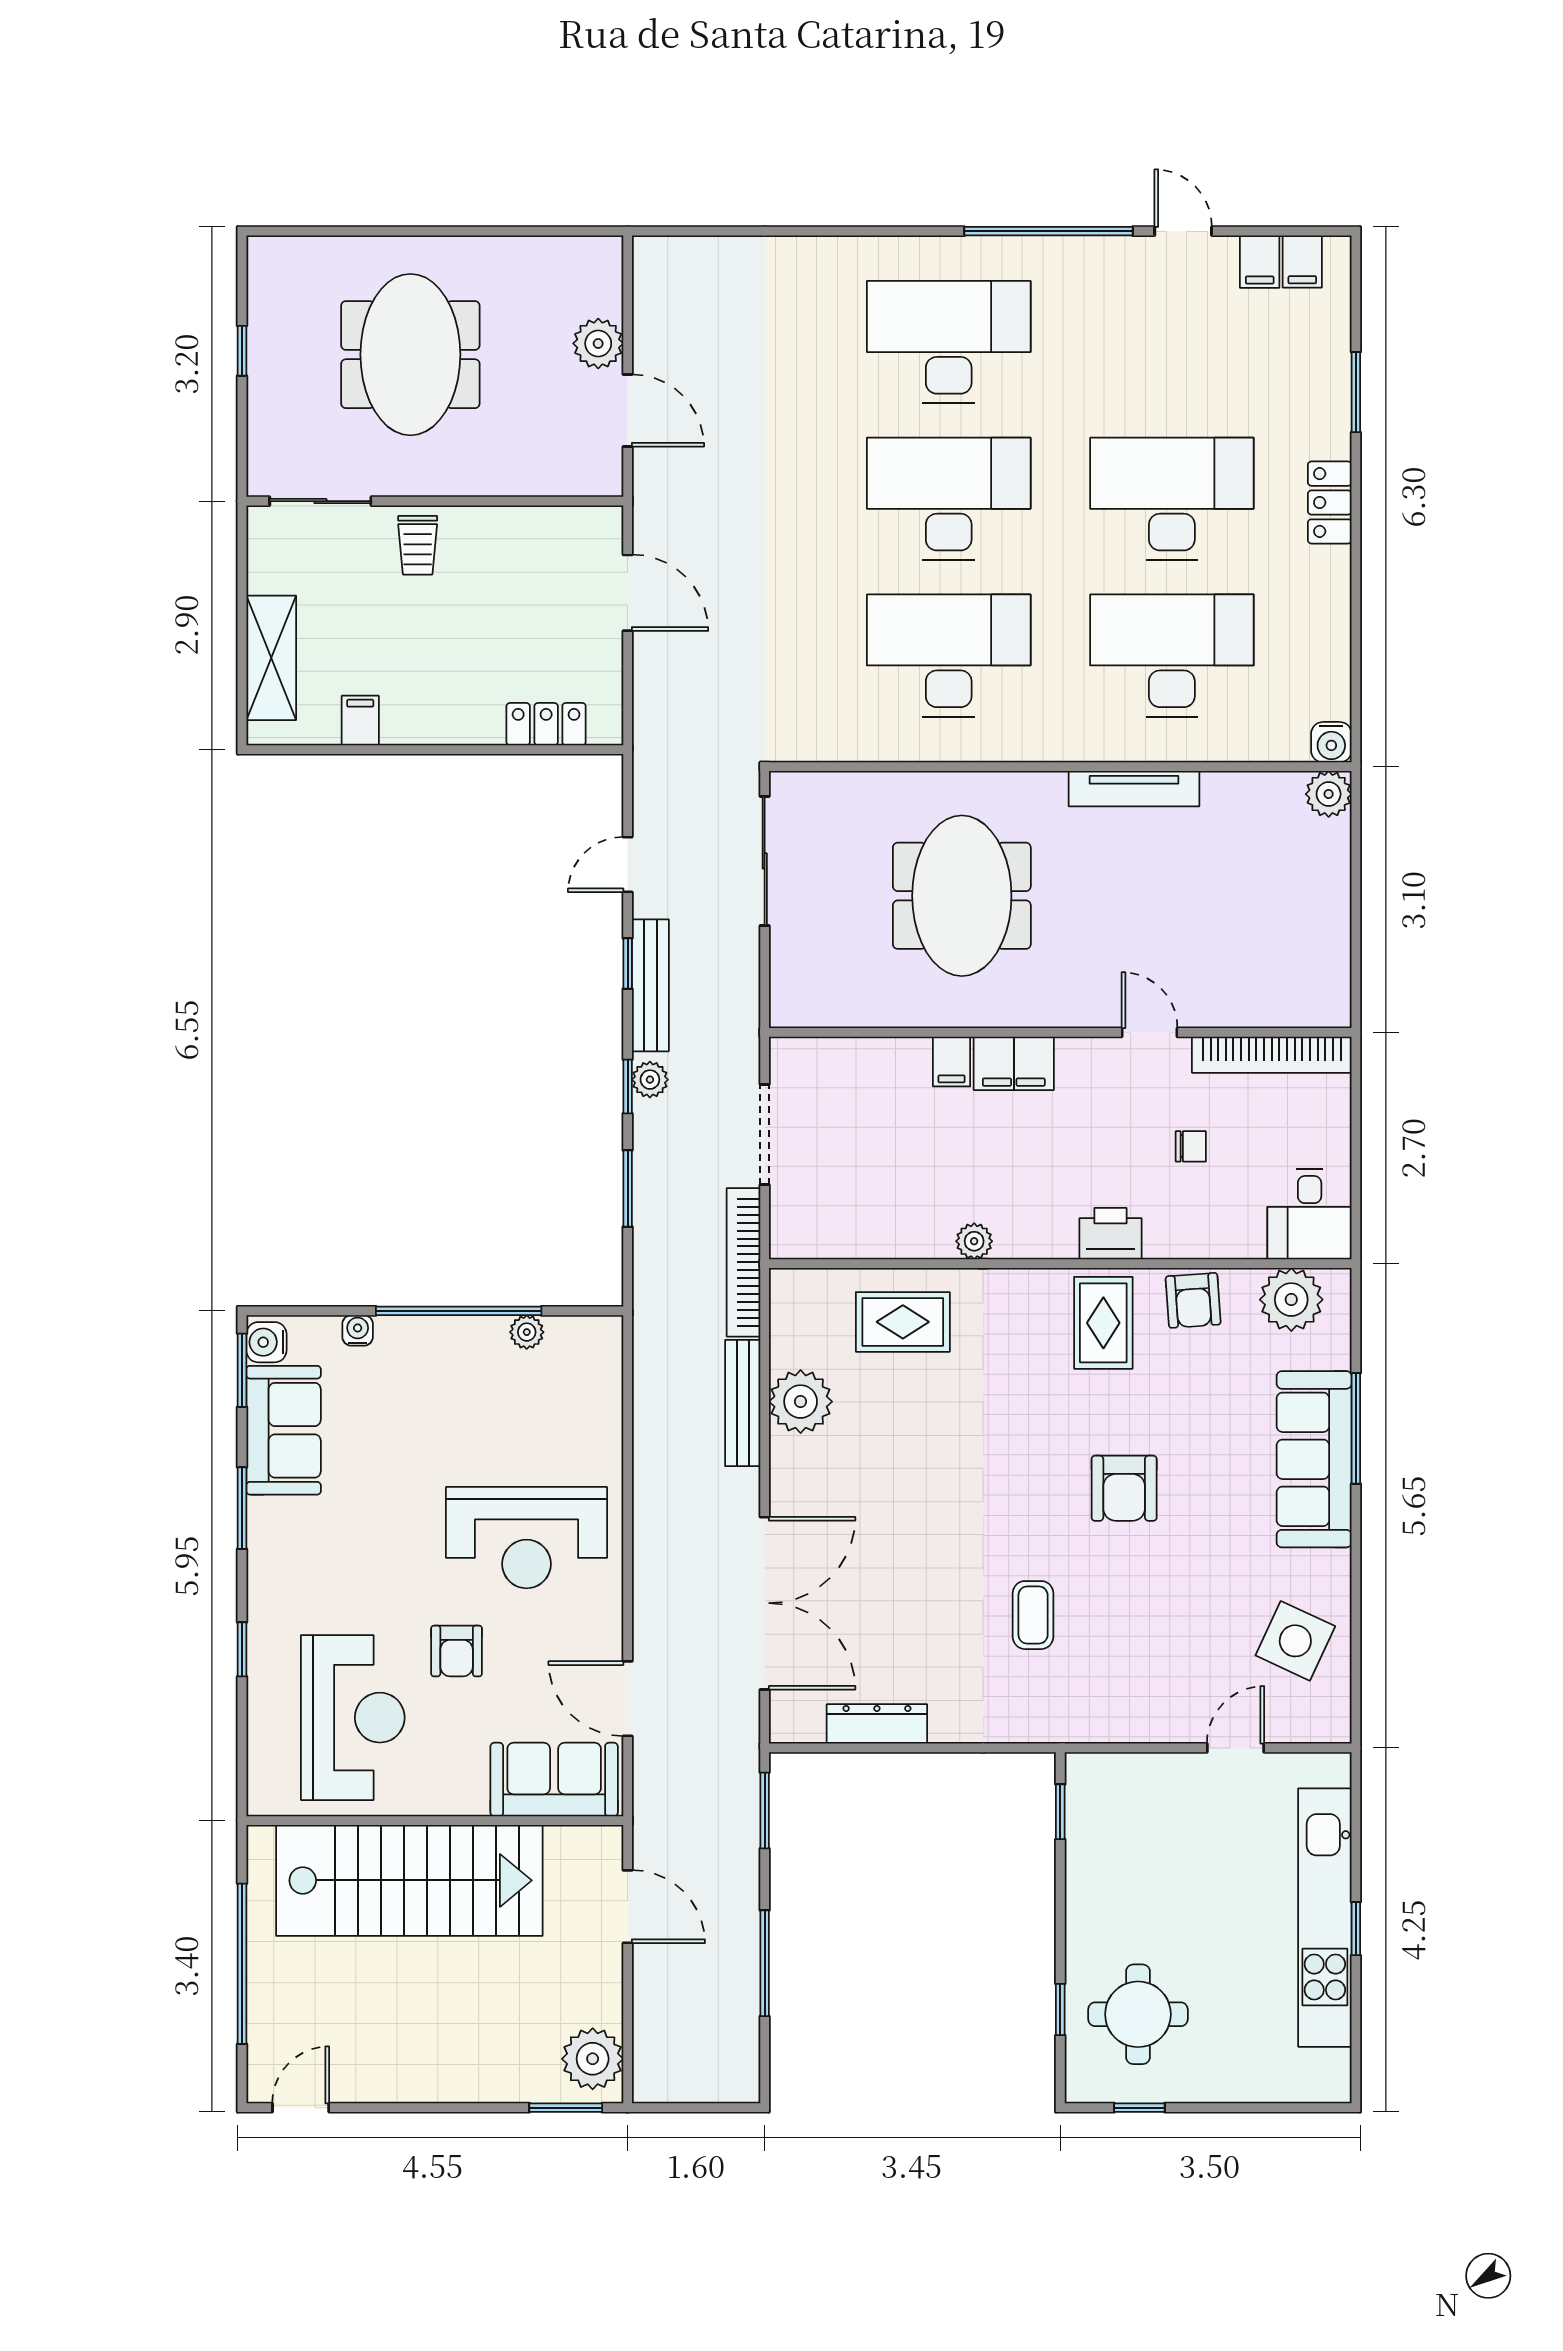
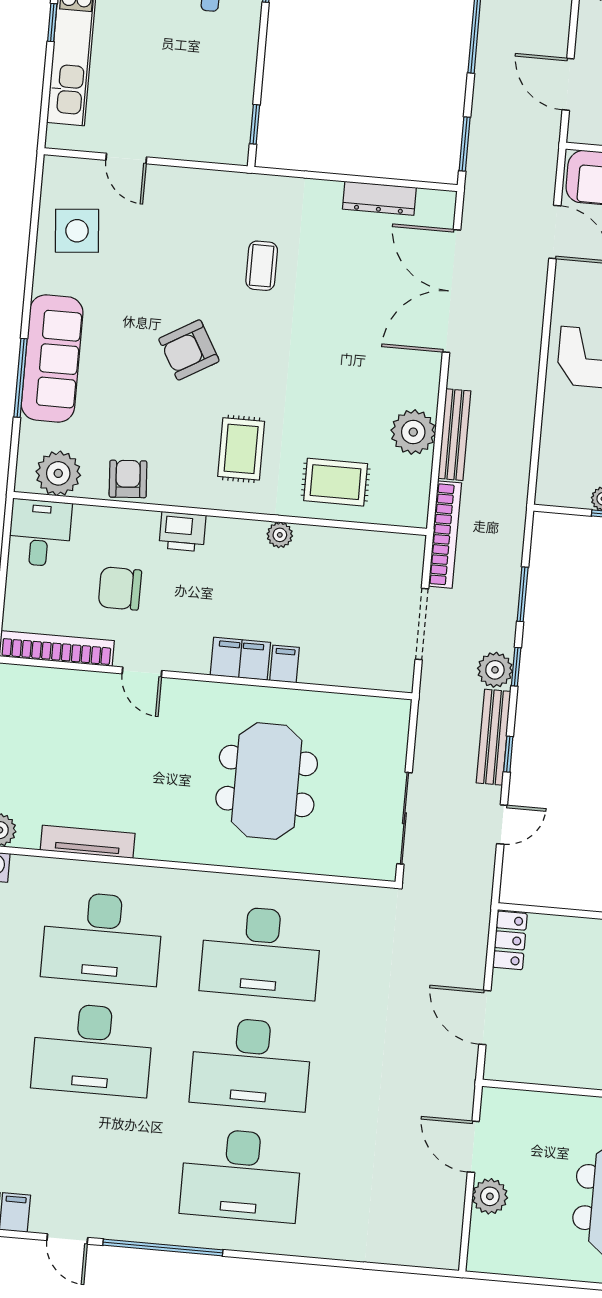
locker: (546, 724) -> (510, 940), moved, turned -90
tv unit: (1134, 789) -> (88, 842), moved
plant: (650, 1080) -> (495, 670), width x1.38, depth x1.38
chair: (1191, 1146) -> (120, 589), width x1.87, depth x1.87
rug: (1103, 1323) -> (241, 449), moved
armchair: (1124, 1488) -> (189, 350), turned -120
side table: (1295, 1641) -> (77, 231), turned -30
door: (1236, 1748) -> (126, 159), hinge flipped

